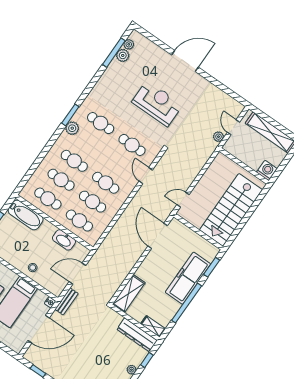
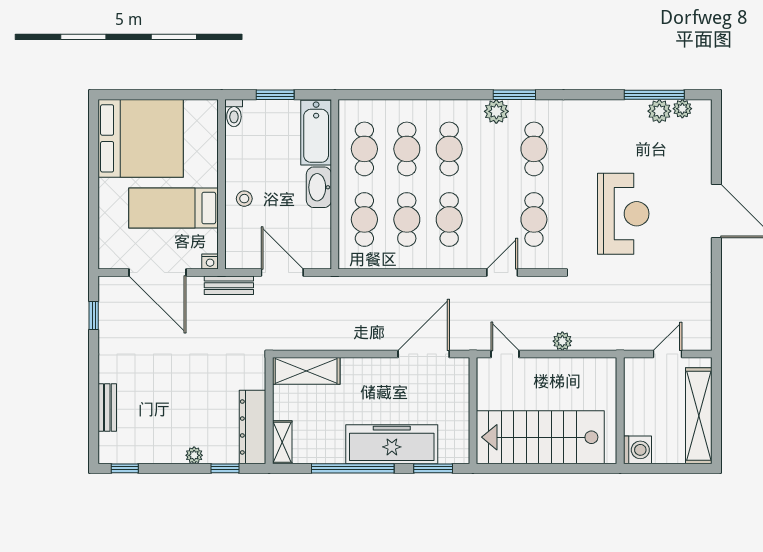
plant: (218, 137) -> (562, 341), moved
washbasin: (64, 240) -> (319, 187), moved

